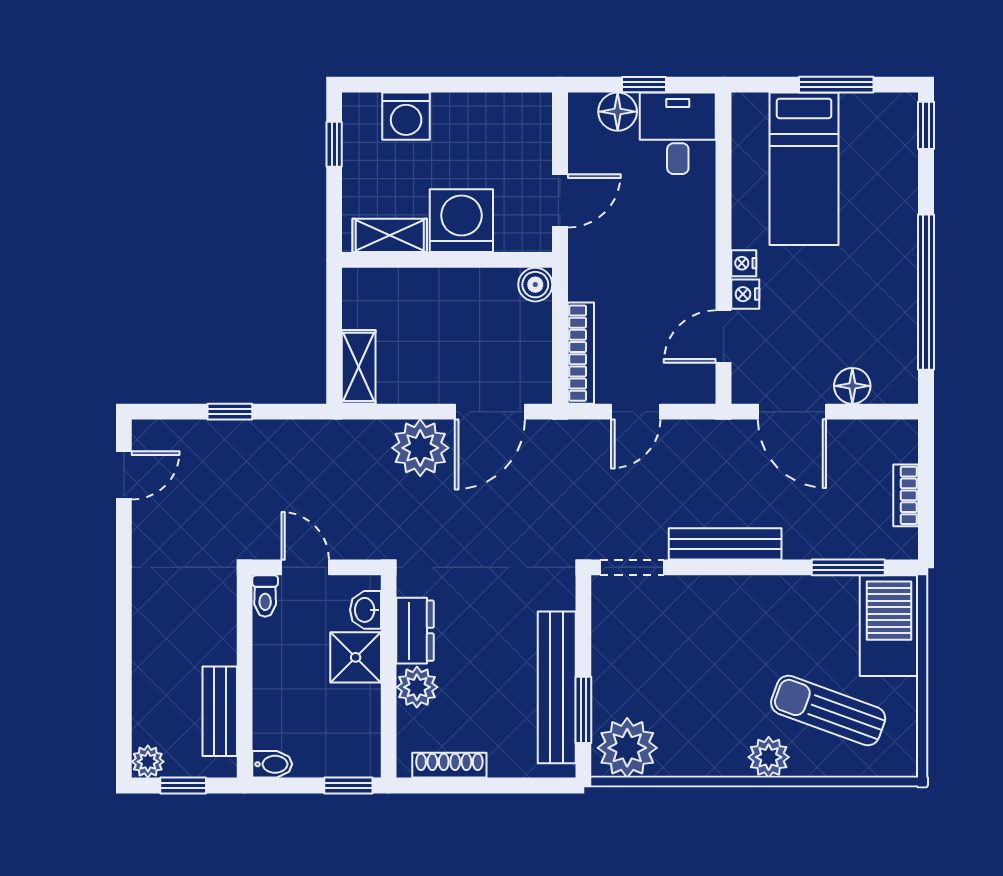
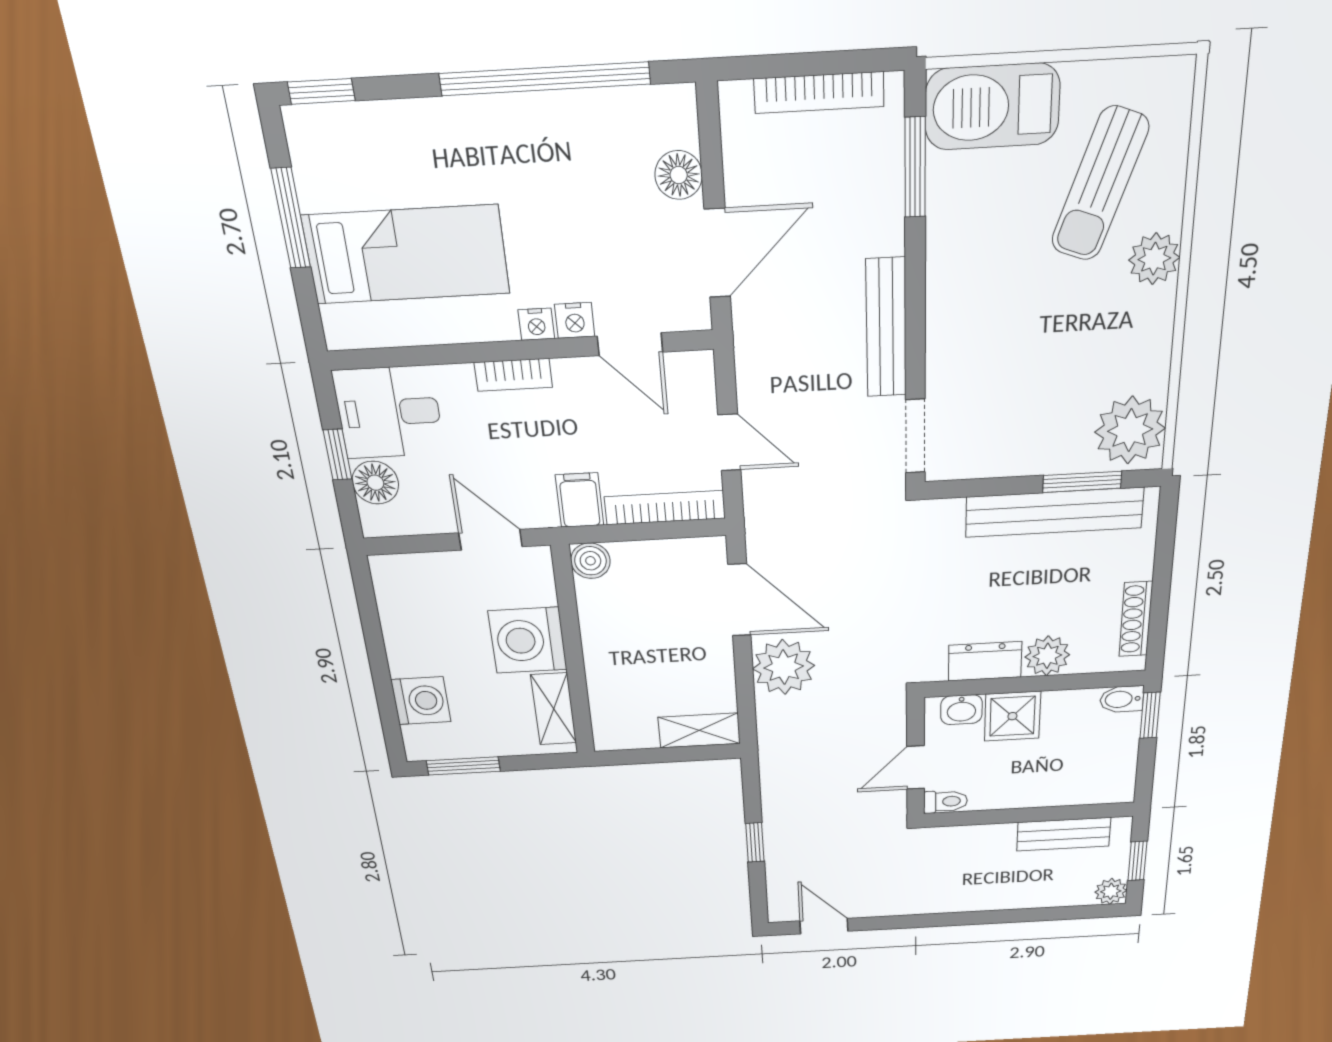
window: (334, 144) -> (463, 766), width x1.50
bookcase: (704, 239) -> (513, 375), added
filing cabinet: (592, 281) -> (580, 500), added
bookcase: (906, 495) -> (819, 93), width x1.56
bidet: (272, 764) -> (1122, 699), moved, turned -90

